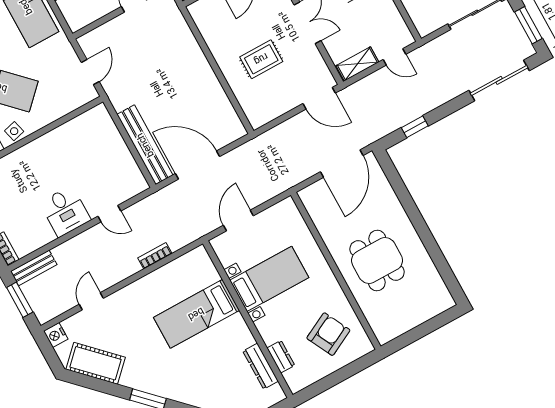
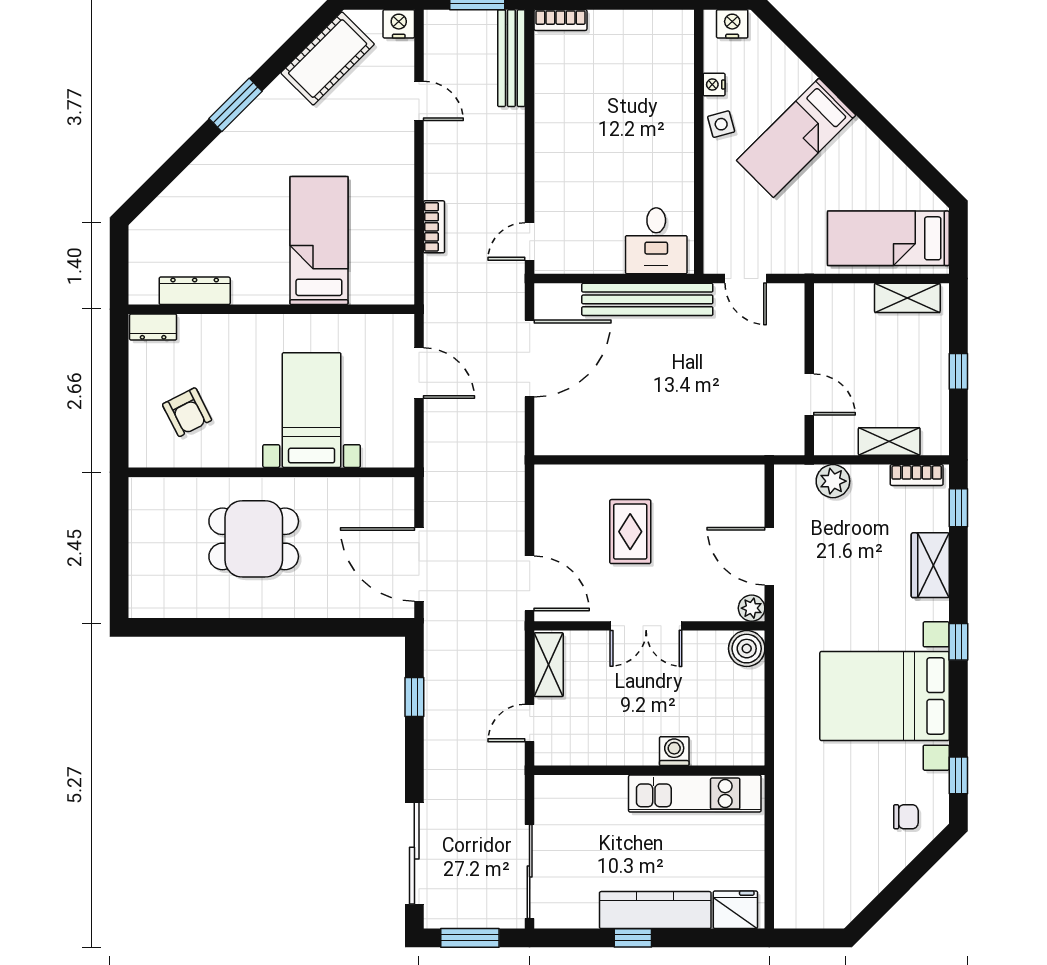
door: (319, 98) -> (530, 583), swing flipped
bench: (145, 145) -> (647, 299), moved
desk: (65, 211) -> (656, 241), moved, turned -90
door: (109, 214) -> (530, 241), moved
bench: (34, 268) -> (511, 58), width x1.36
bed with nightstands: (269, 279) -> (312, 410), moved, turned 180
armchair: (328, 334) -> (187, 412), width x0.72, depth x0.72
dresser: (281, 357) -> (153, 327), moved

